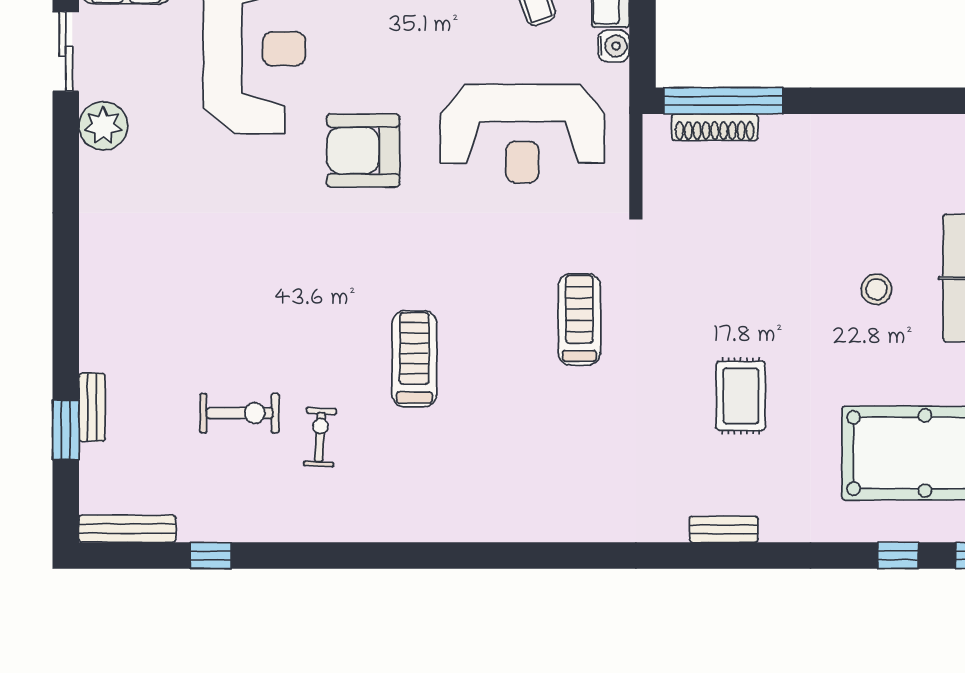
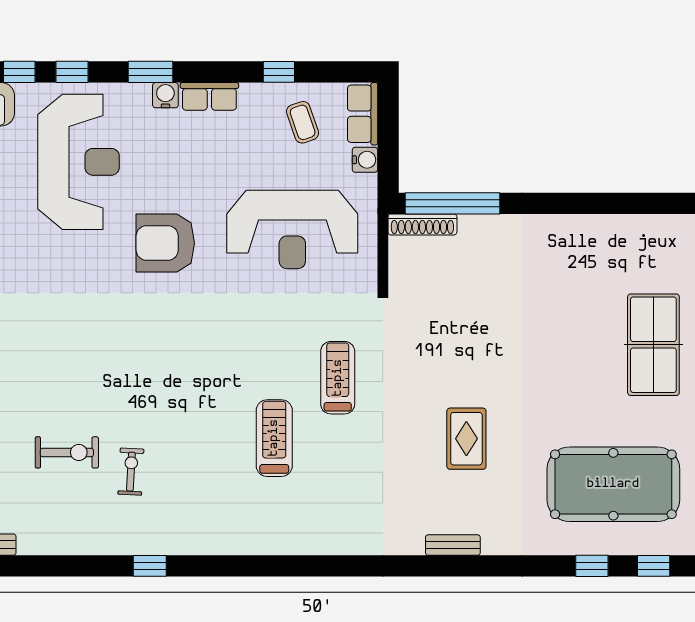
shoe rack: (715, 127) -> (422, 224), moved
stool: (877, 289) -> (575, 354), removed
treadmill: (414, 359) -> (274, 438), moved
window: (211, 555) -> (150, 566), moved

